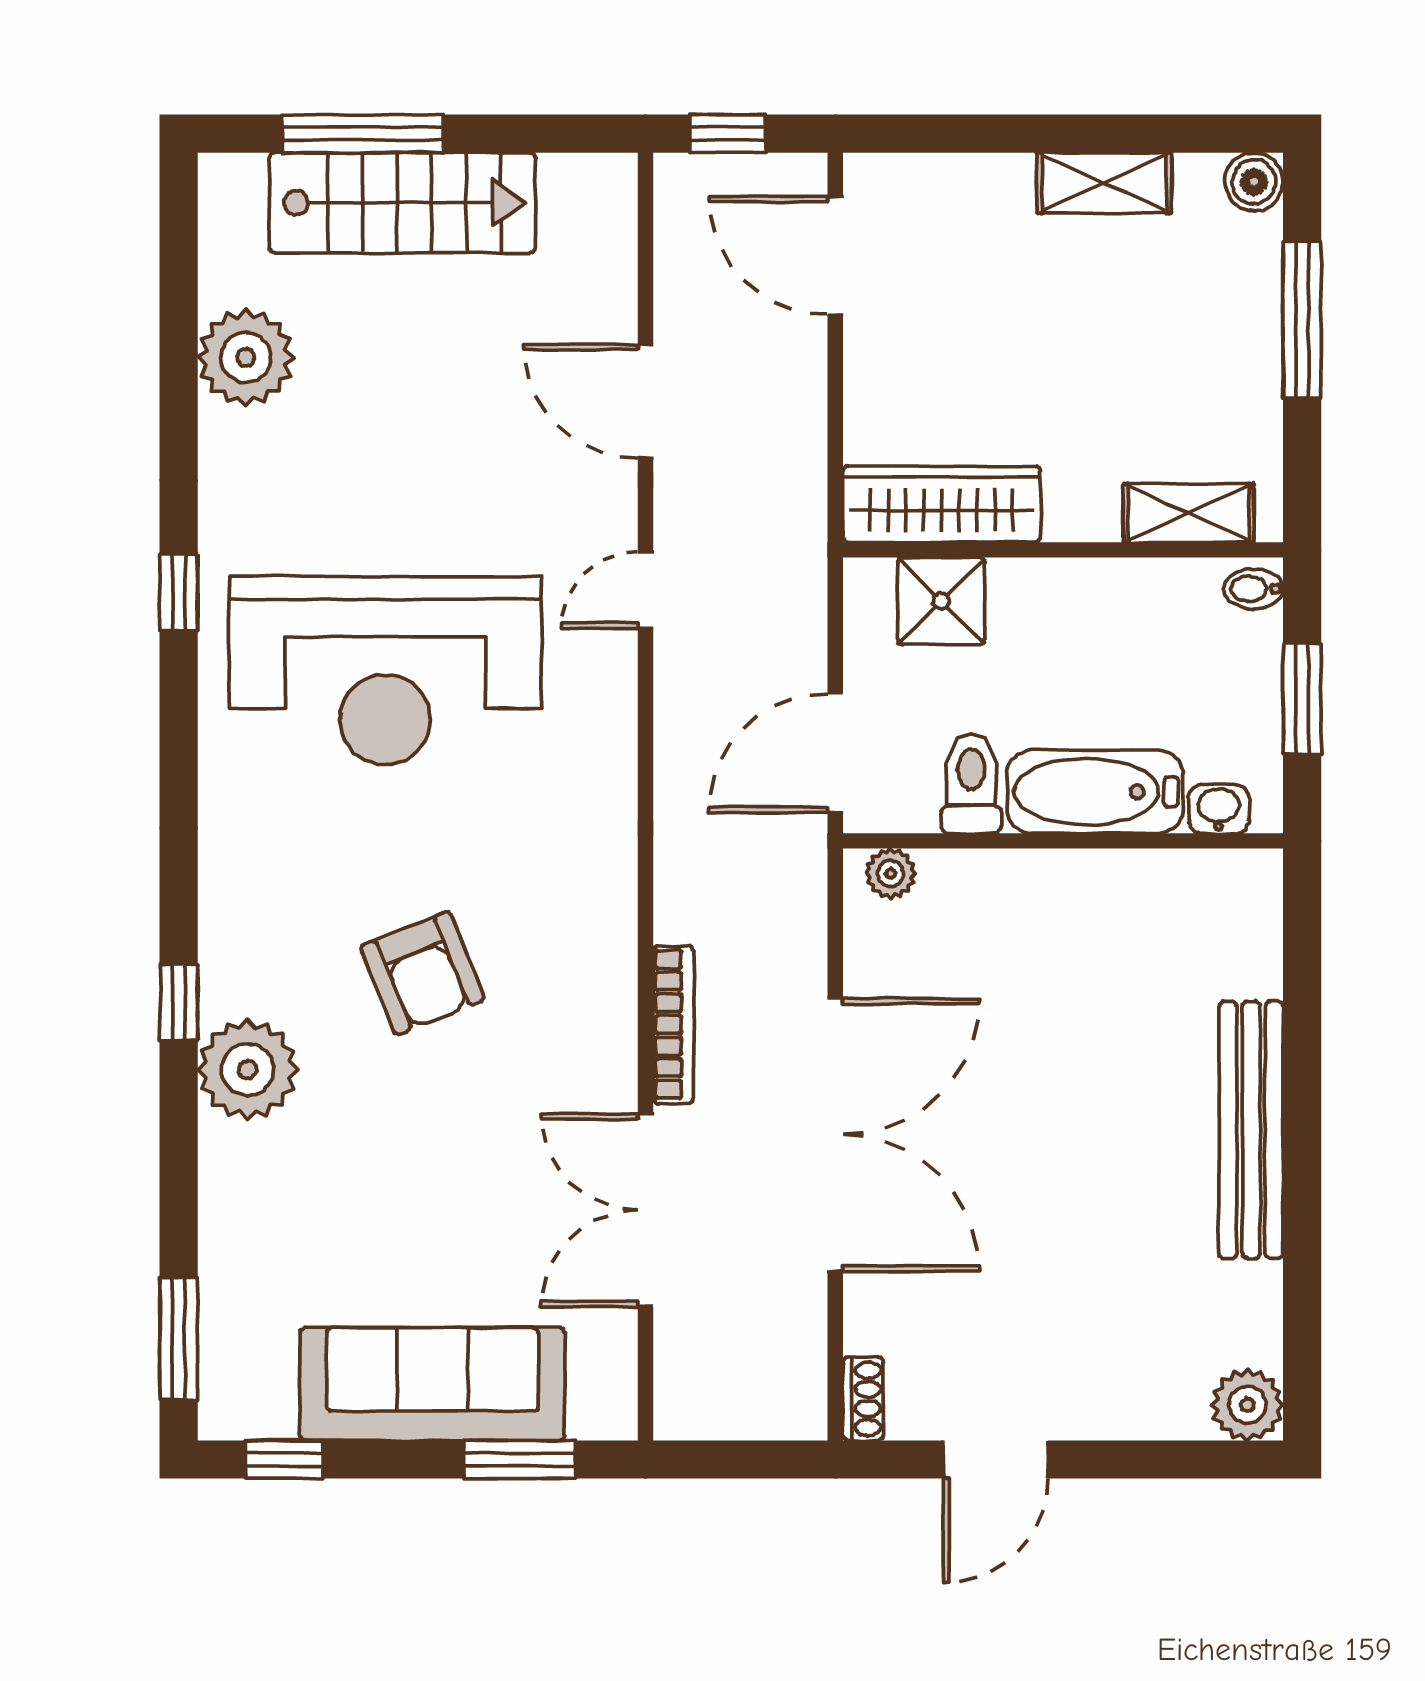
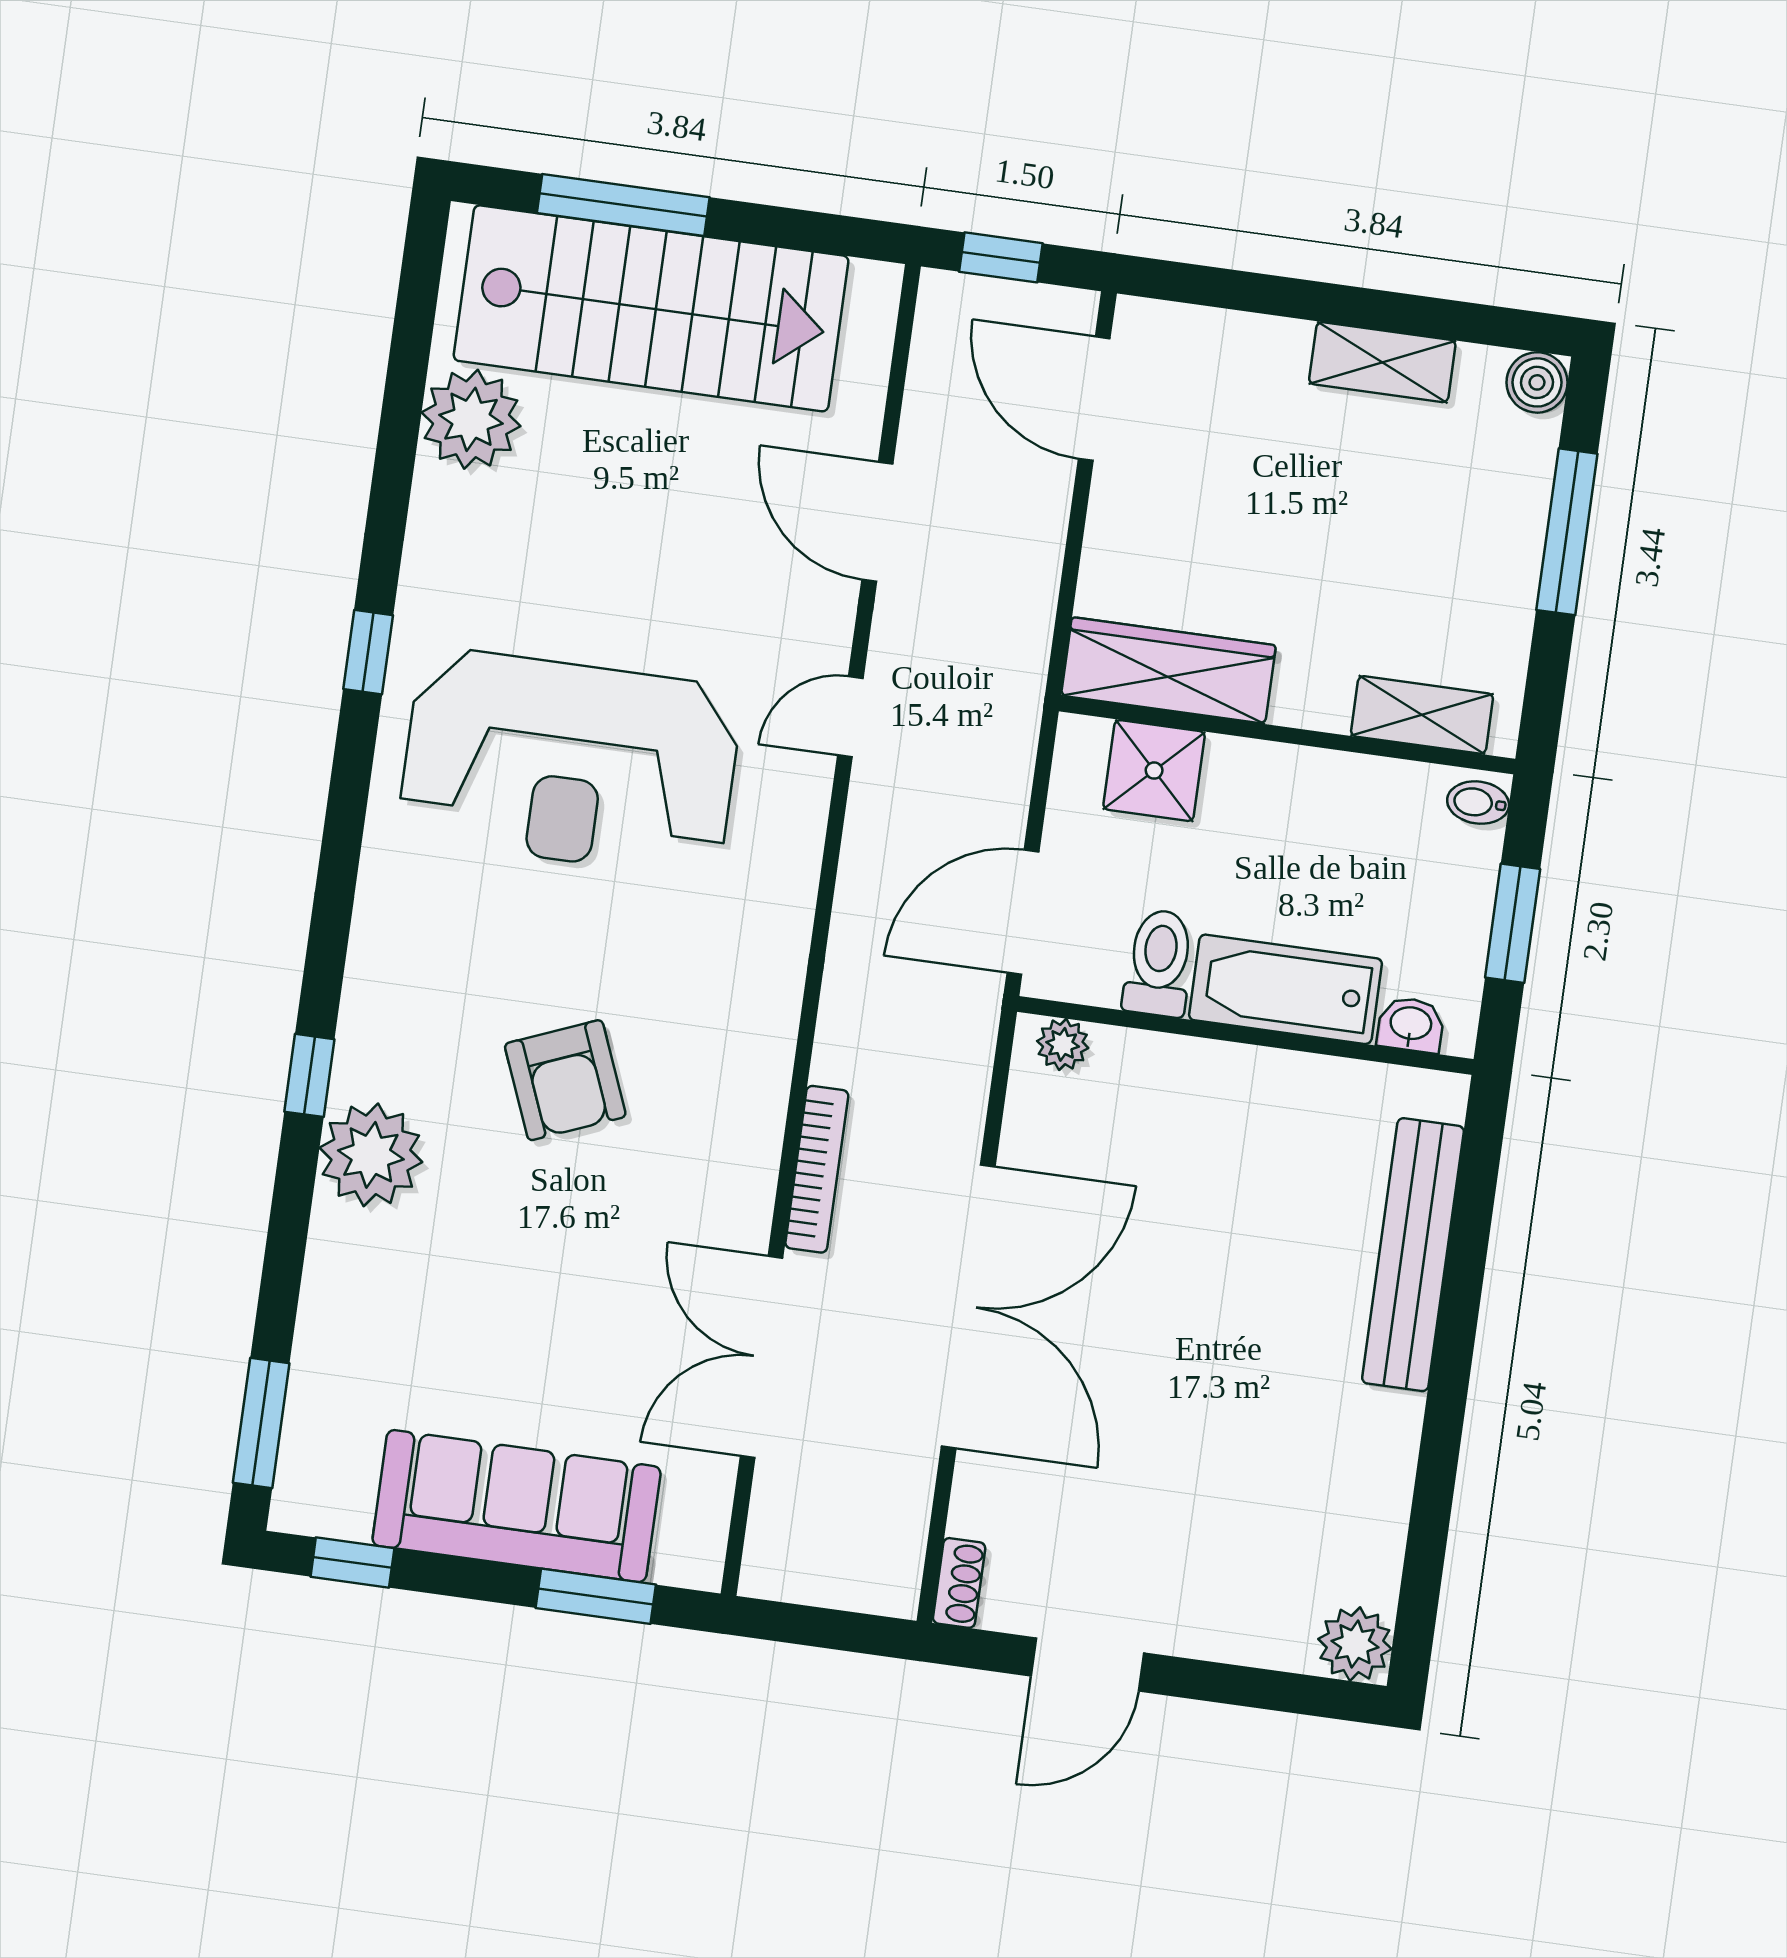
stairs: (402, 203) -> (651, 308), width x1.36, depth x1.51
bench: (1251, 1130) -> (1413, 1255), moved

